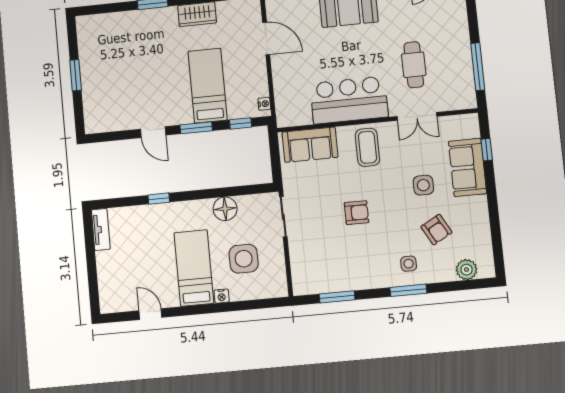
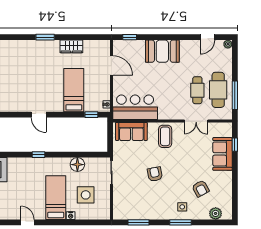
cafe table: (449, 61) -> (218, 90), added
bar counter: (349, 100) -> (135, 107), moved
window: (196, 128) -> (65, 115), removed
side table: (423, 185) -> (196, 162), removed
armchair: (357, 213) -> (155, 174), turned -101

